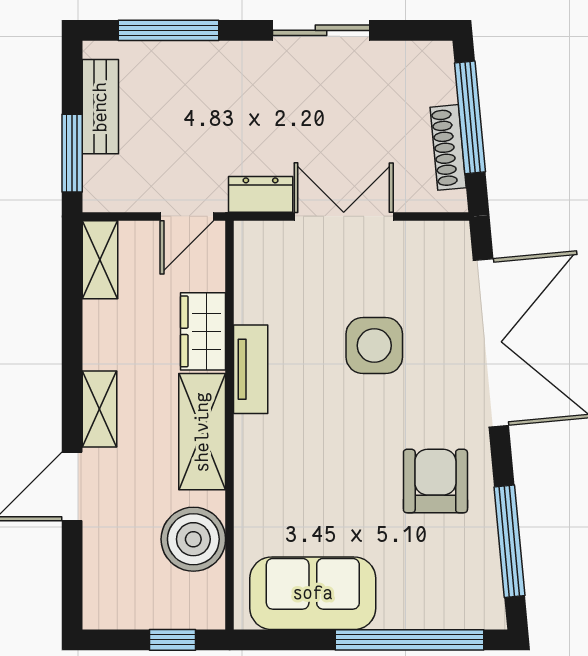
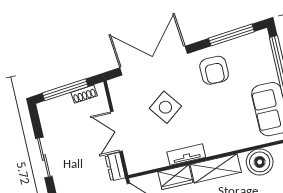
shoe rack: (448, 147) -> (84, 94), width x0.70
side table: (374, 346) -> (165, 107), turned -37
armchair: (435, 481) -> (214, 70), turned -90

